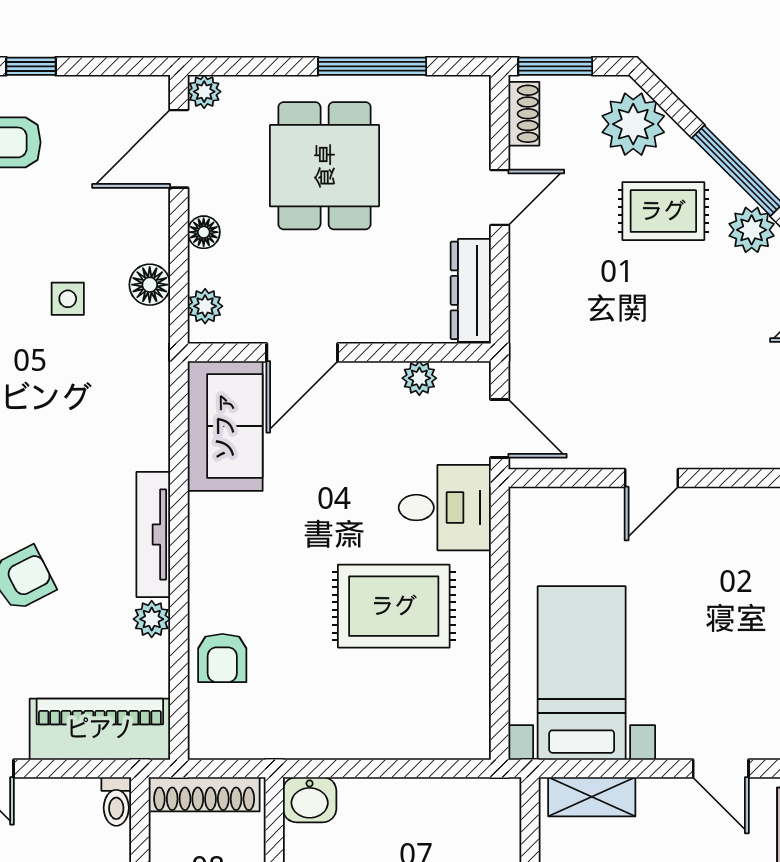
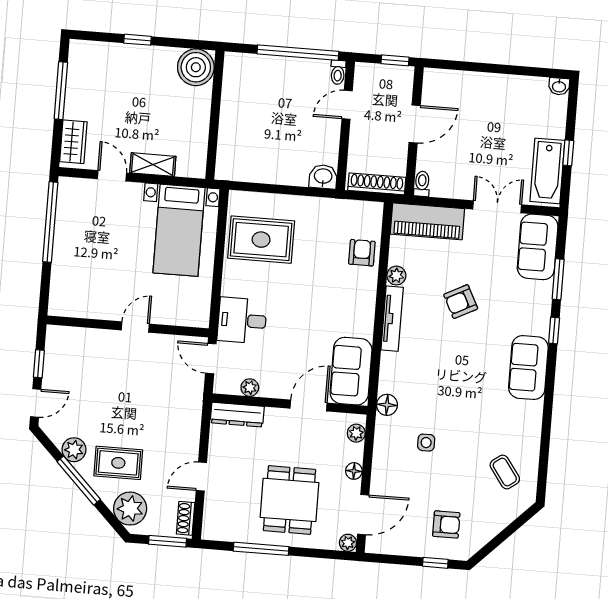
floor lamp: (150, 285) -> (387, 405), moved
dresser: (471, 290) -> (237, 415), moved, turned 90
rug: (394, 606) -> (261, 240), moved
shelving: (592, 797) -> (153, 165), moved

